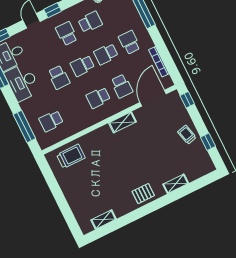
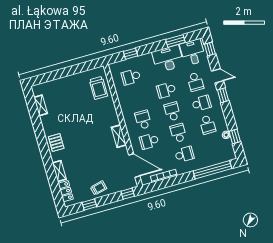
school desk: (43, 45) -> (195, 82), added
school desk: (51, 121) -> (131, 77), turned -90
window: (24, 127) -> (130, 54), width x0.46
locker: (198, 172) -> (66, 191), added

